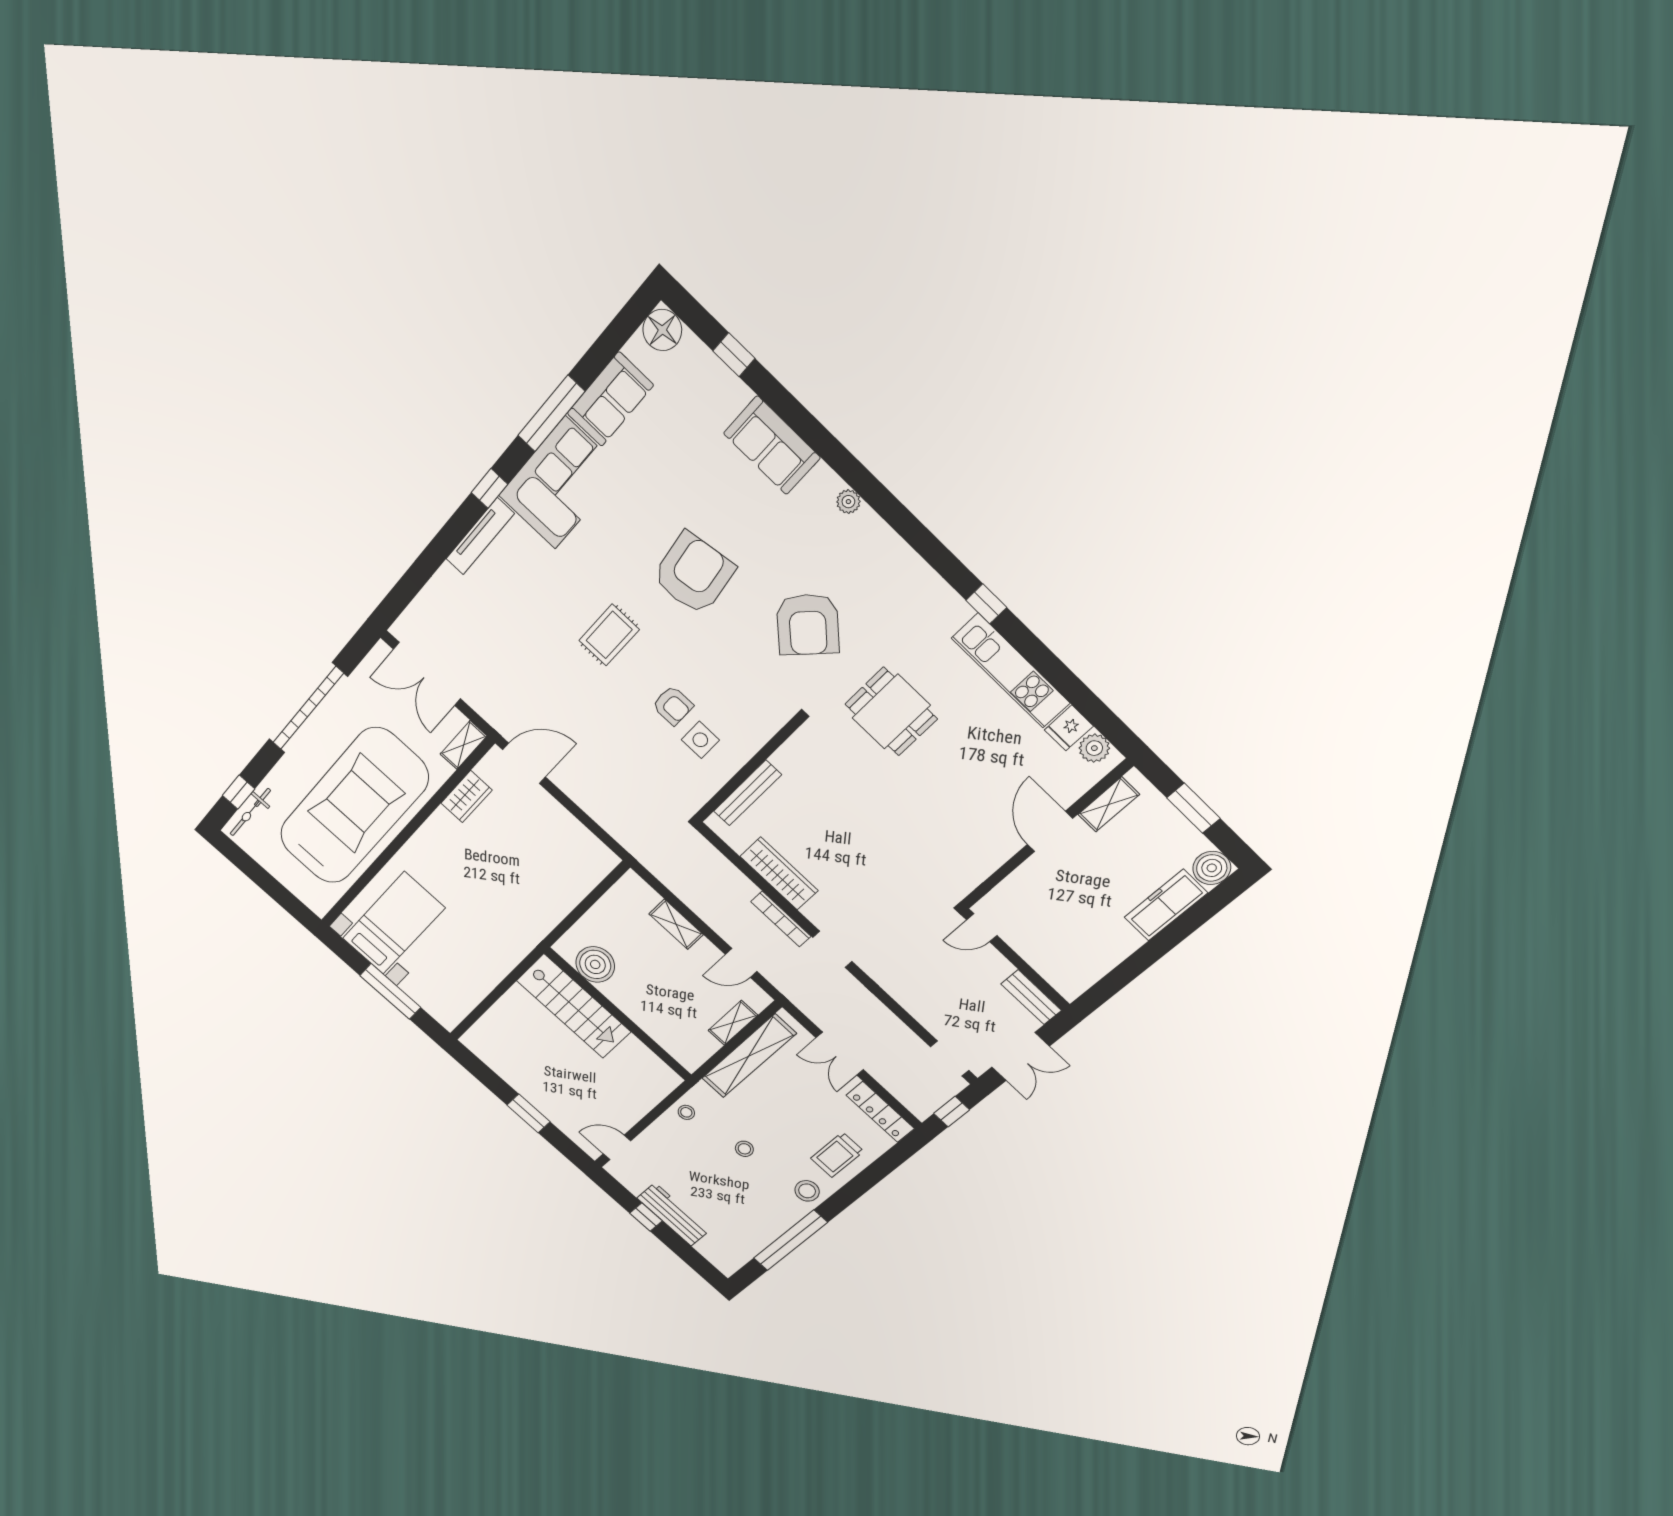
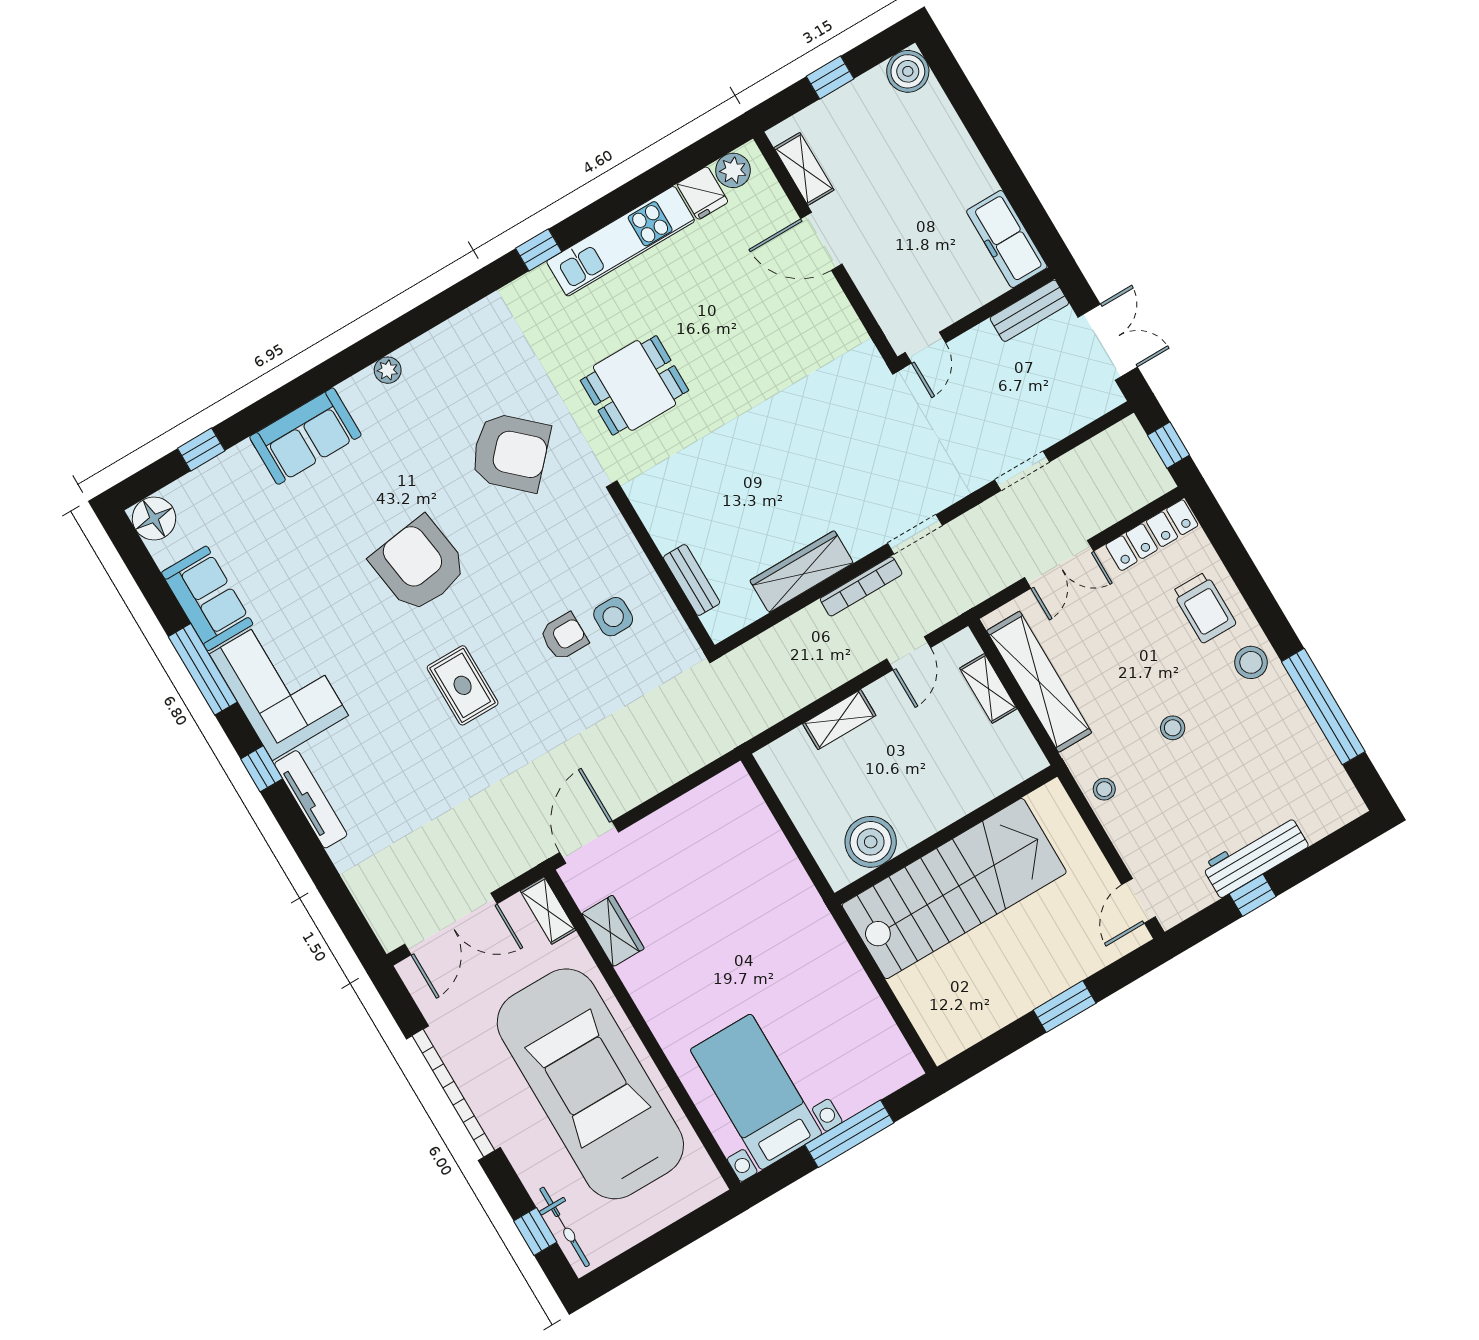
bench: (747, 793) -> (692, 580), width x0.73
window: (1193, 808) -> (830, 77), width x0.67
freezer: (1166, 905) -> (1007, 239), moved
stairs: (574, 1006) -> (954, 889), width x1.36, depth x1.51
doorway: (950, 1058) -> (1022, 471), moved

